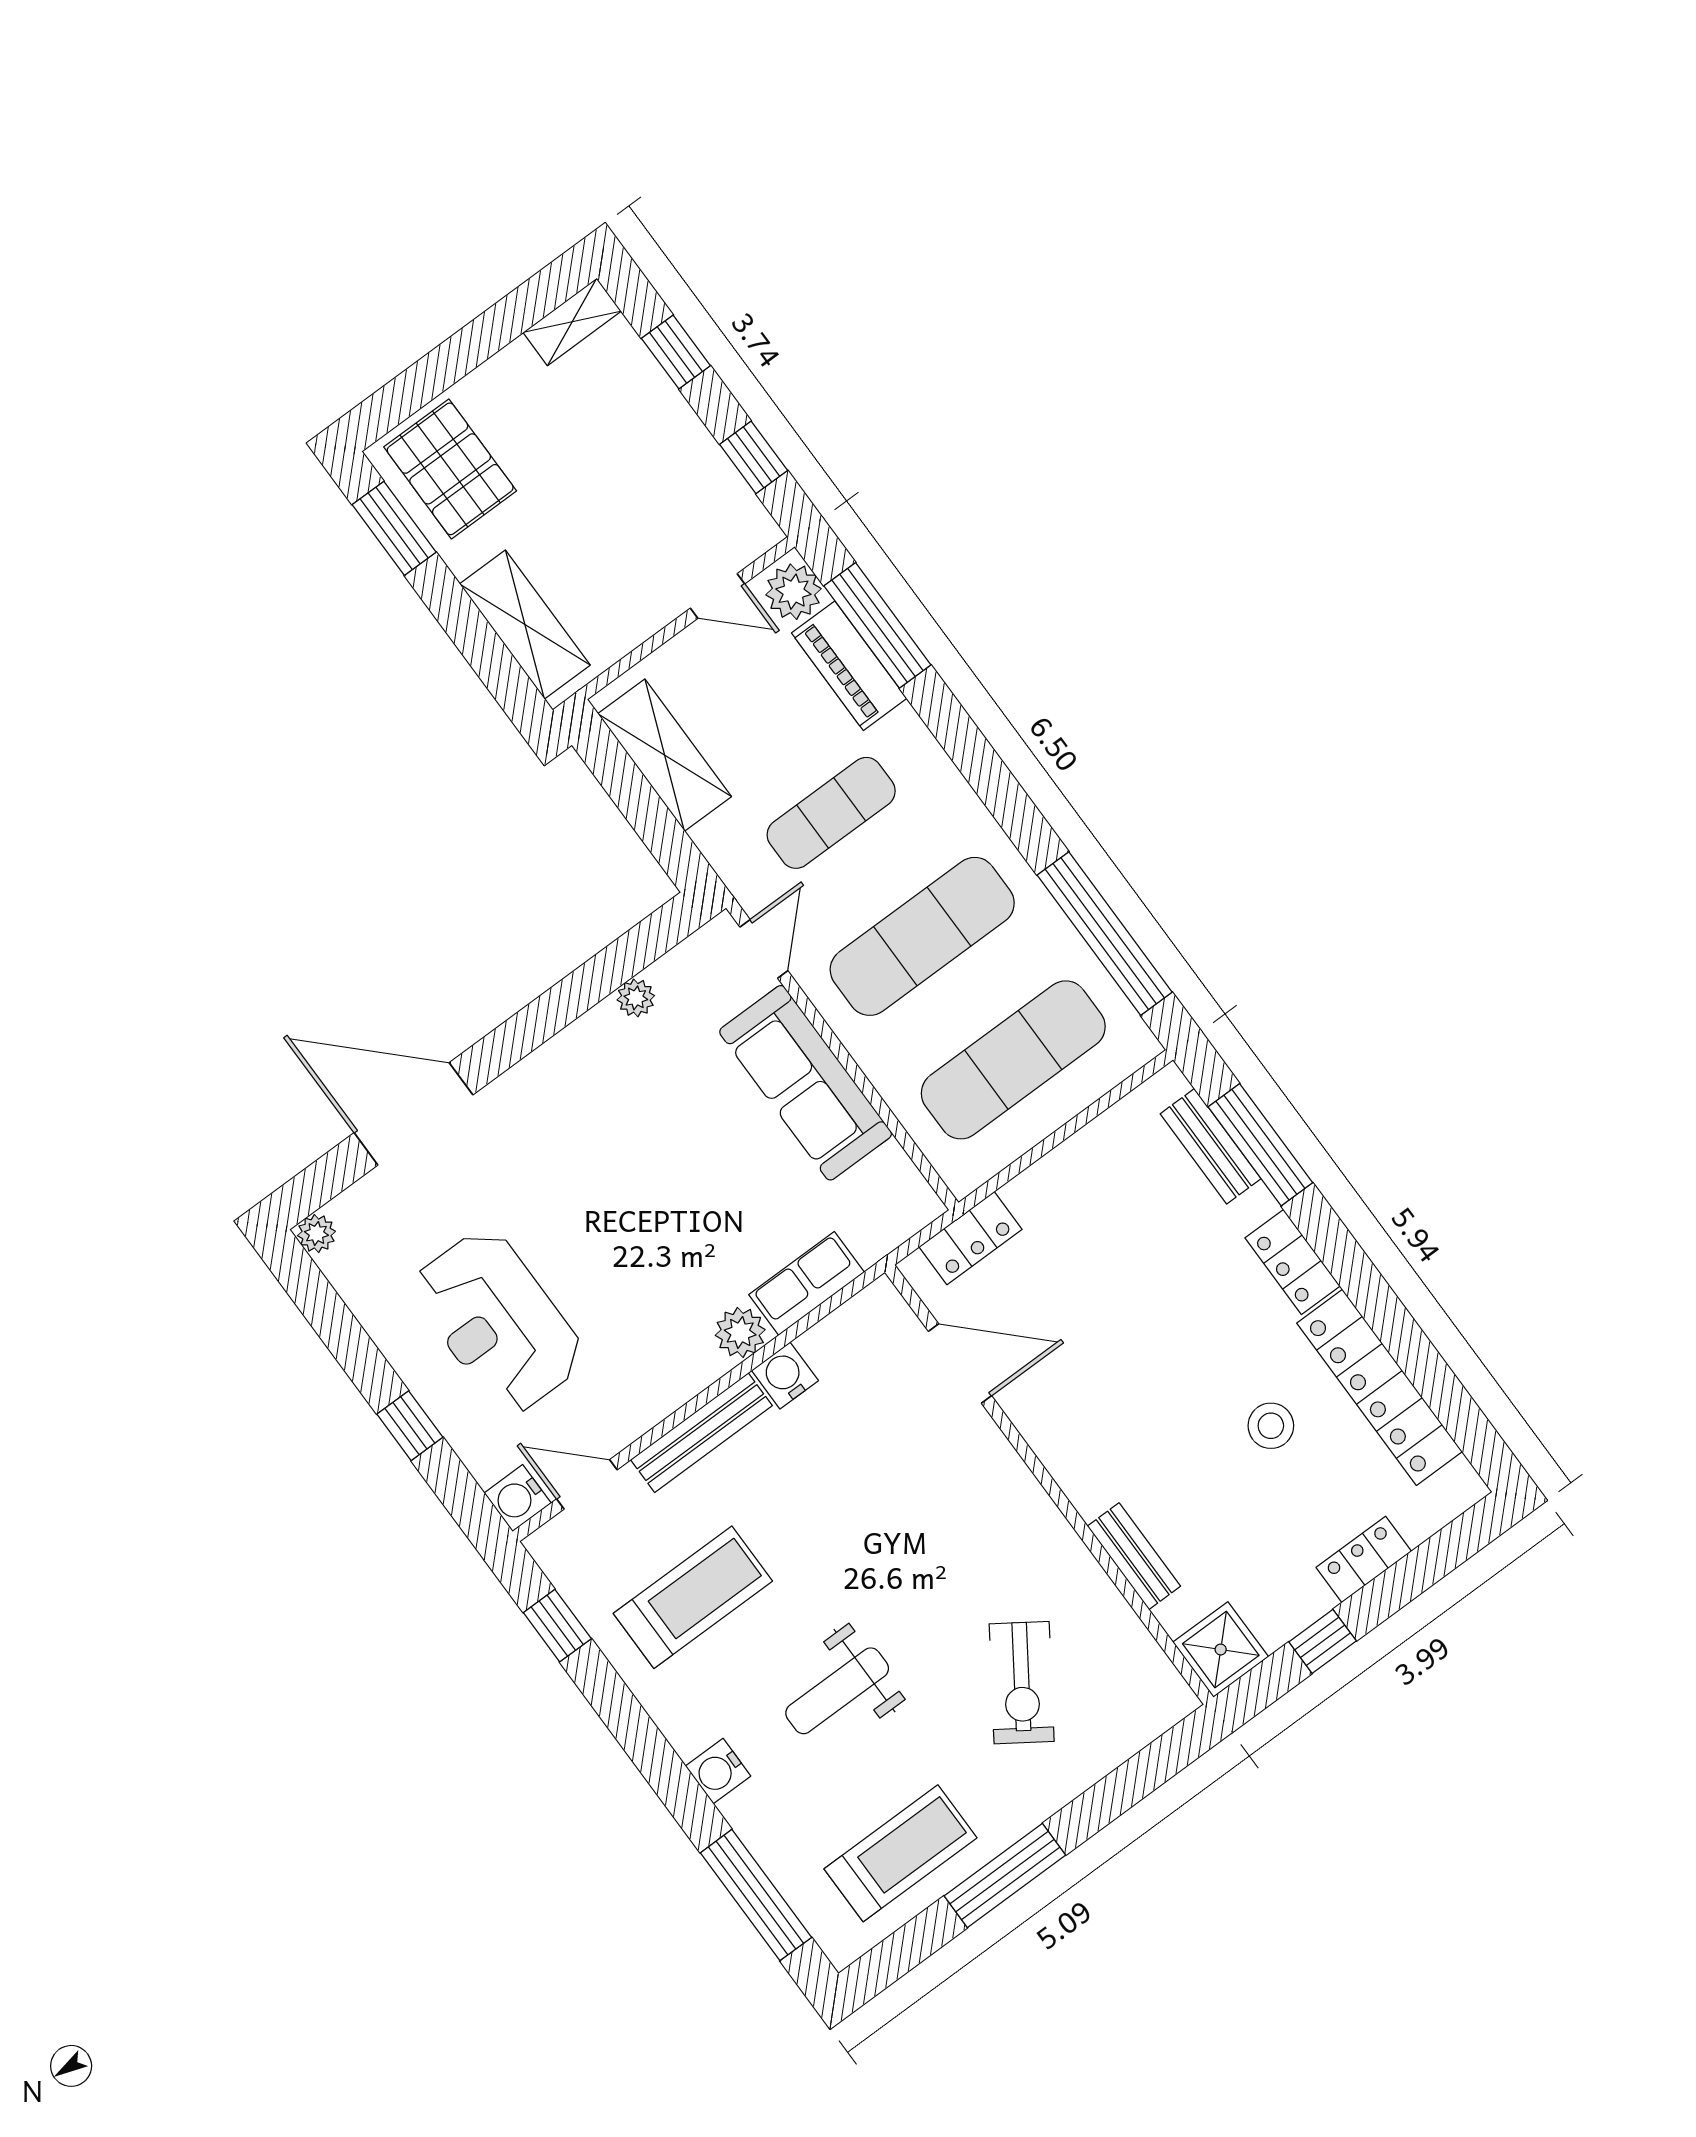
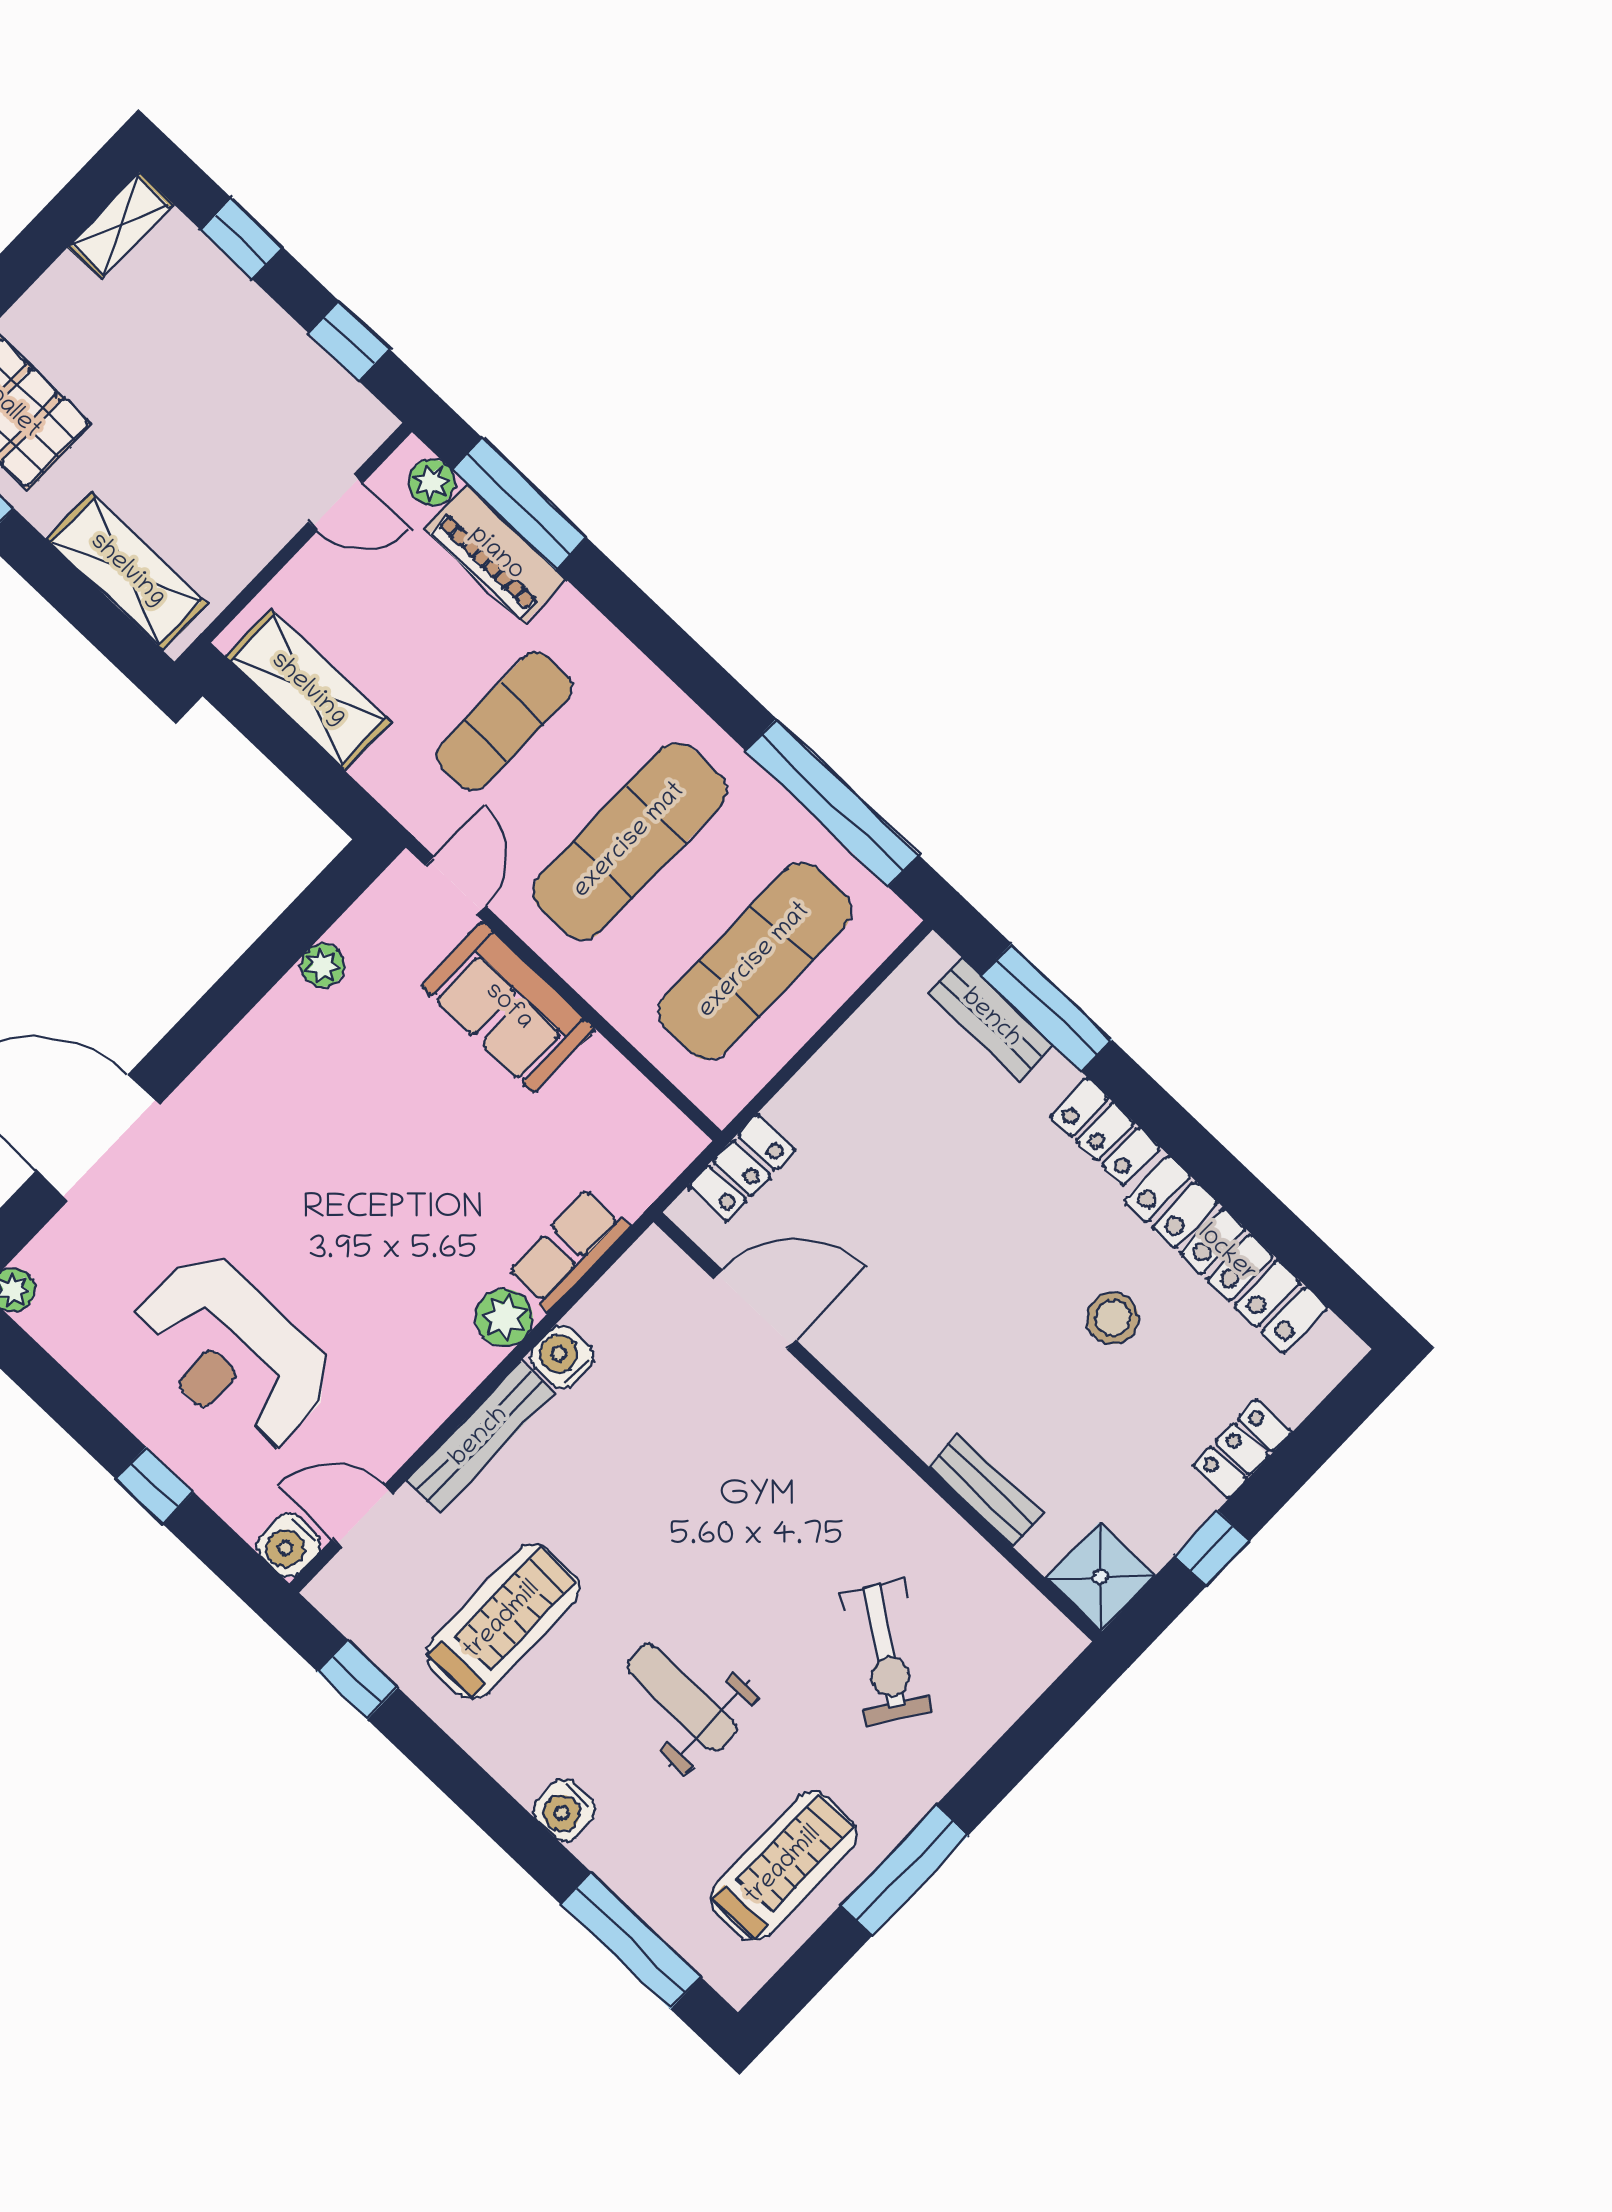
plant: (793, 592) -> (432, 482), width x0.73, depth x0.73
sofa: (806, 1083) -> (508, 1007), width x0.73
weight bench: (837, 1691) -> (681, 1697), turned 90

